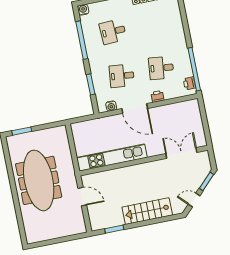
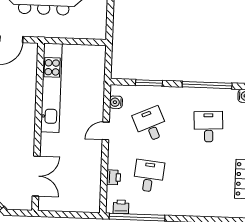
desk: (122, 76) -> (150, 124), turned -30
printer: (157, 96) -> (114, 177), moved
door: (135, 108) -> (106, 131), width x0.53

